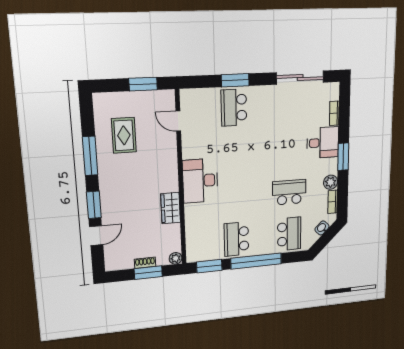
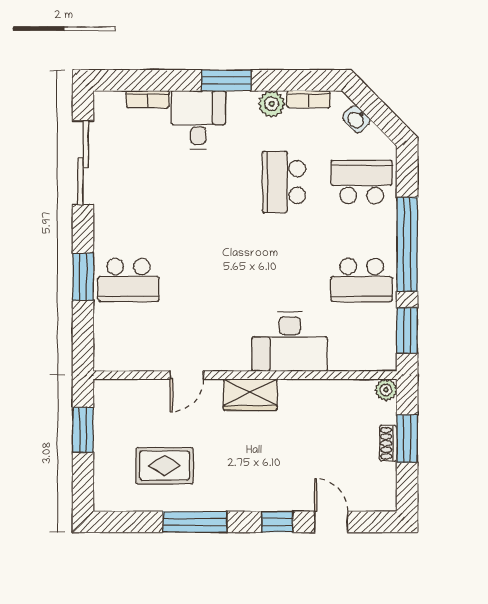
door: (178, 121) -> (187, 375), moved
desk: (200, 181) -> (290, 342), moved
window: (94, 205) -> (277, 522), width x0.67
wardrobe: (171, 208) -> (250, 395), moved

